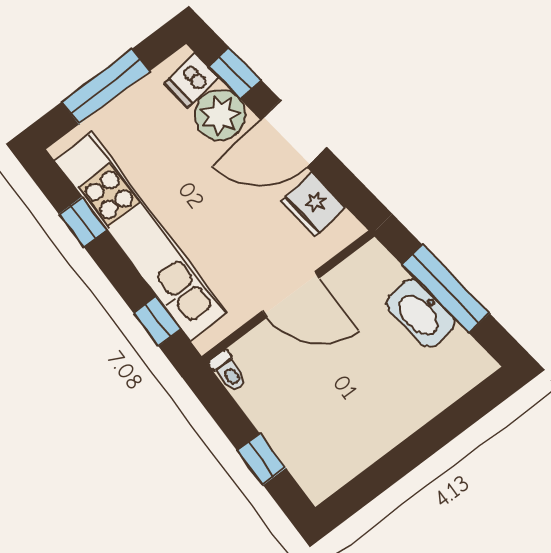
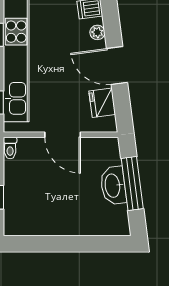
window: (235, 73) -> (111, 20), removed
plant: (220, 115) -> (97, 32), width x0.53, depth x0.53

